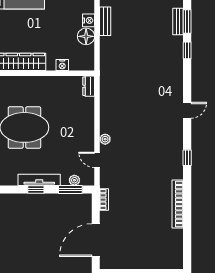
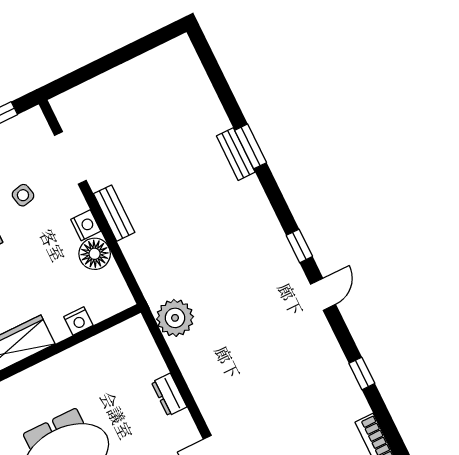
window: (187, 50) -> (299, 246), moved
dresser: (89, 86) -> (169, 395), moved
plant: (105, 139) -> (175, 318), moved, width x1.88, depth x1.88

